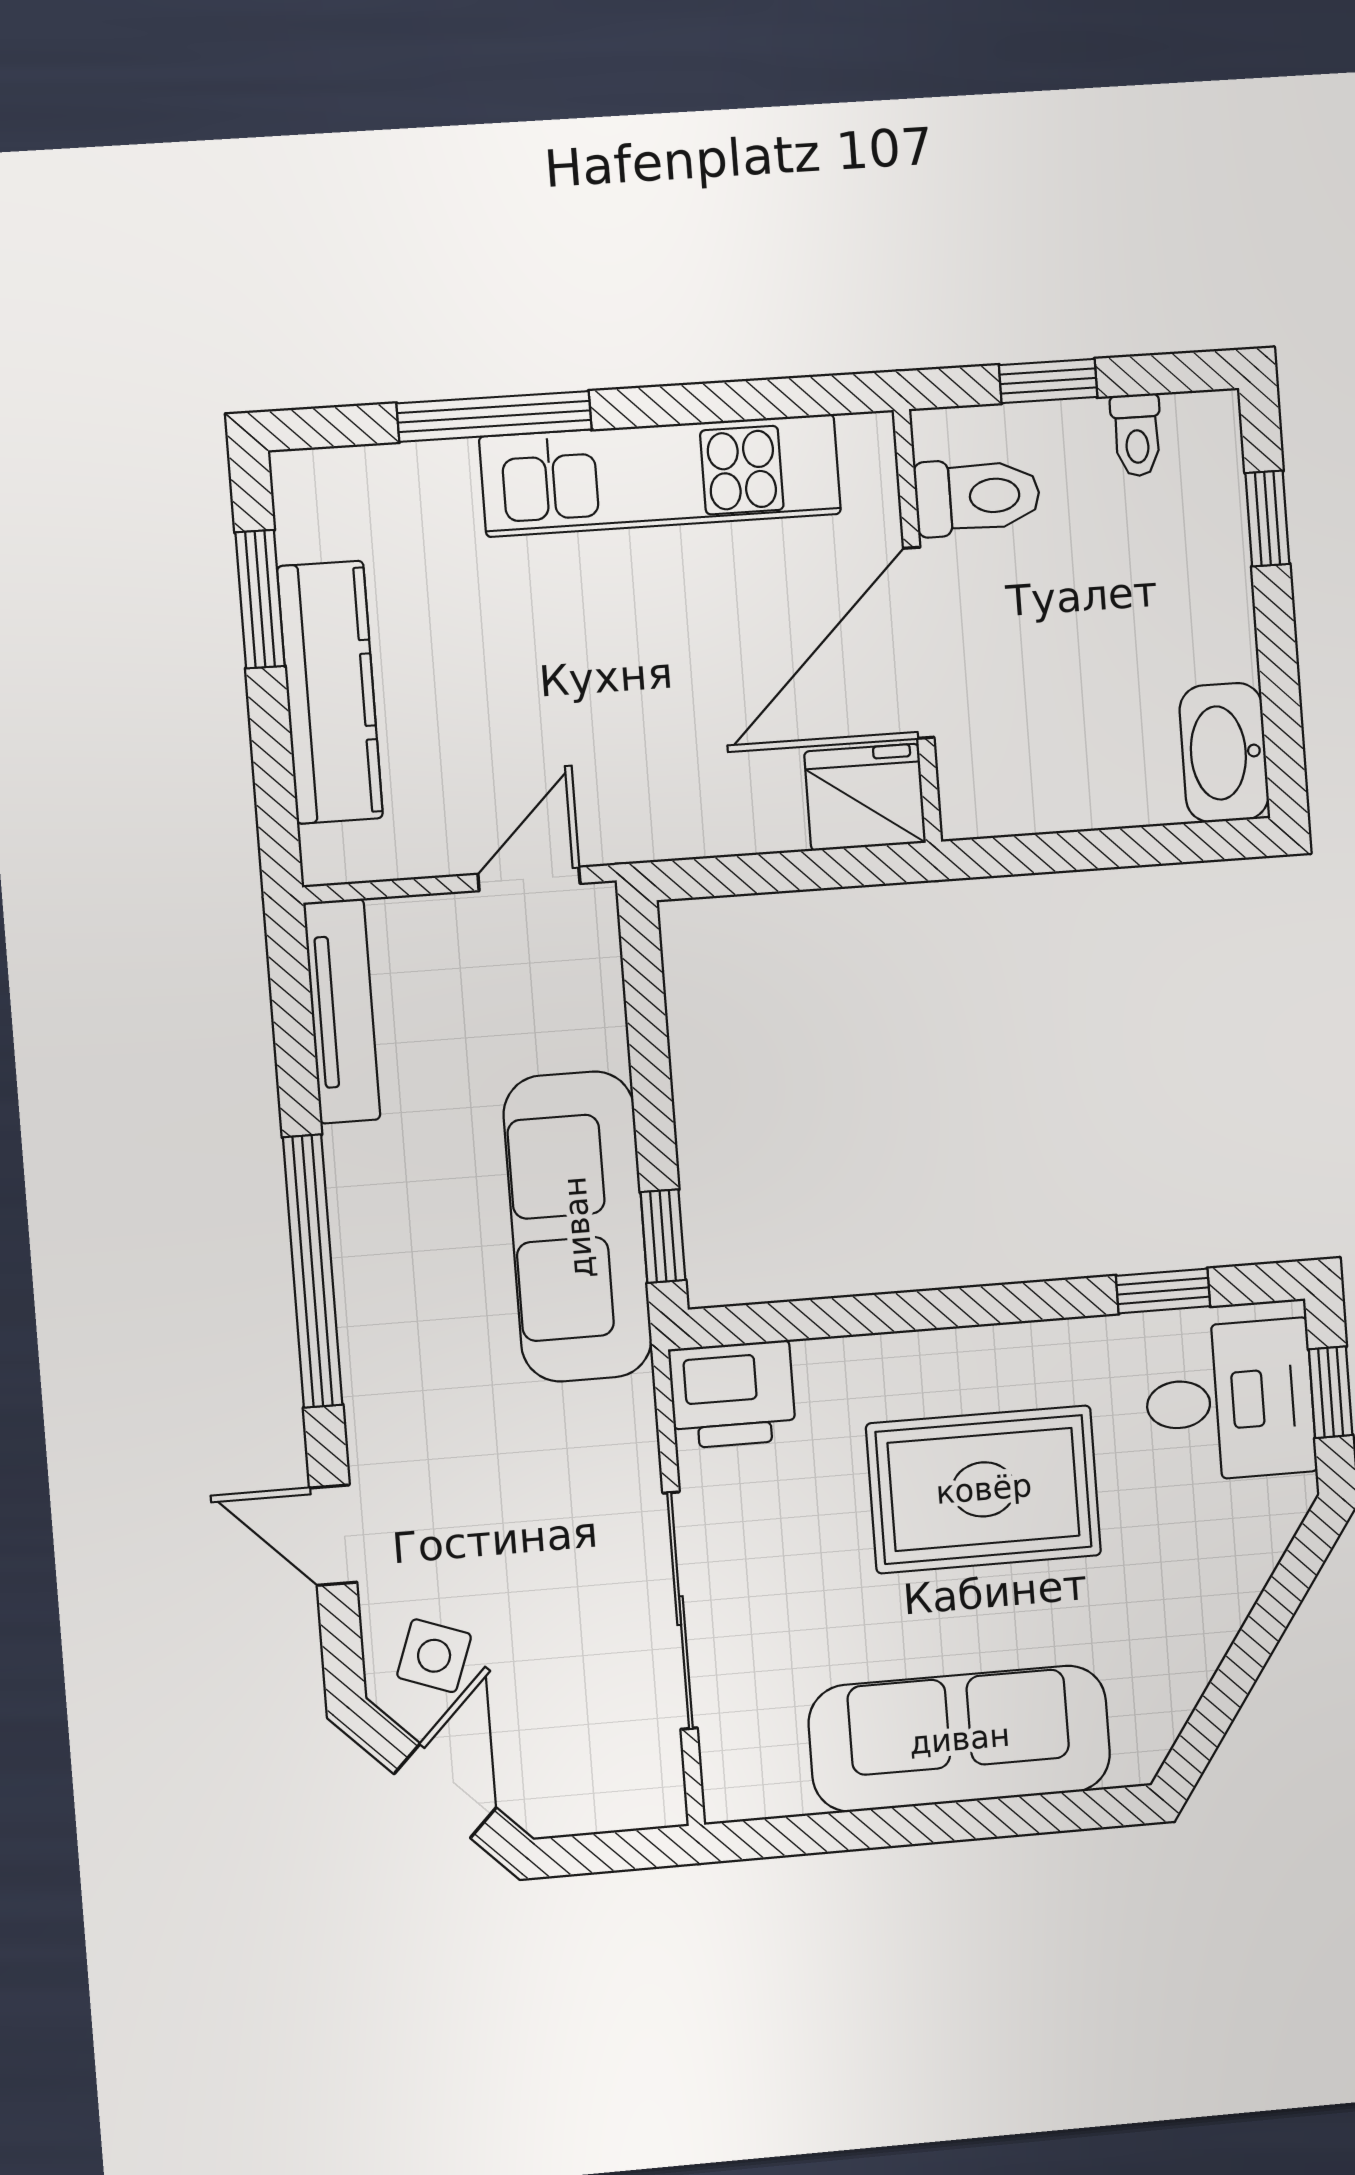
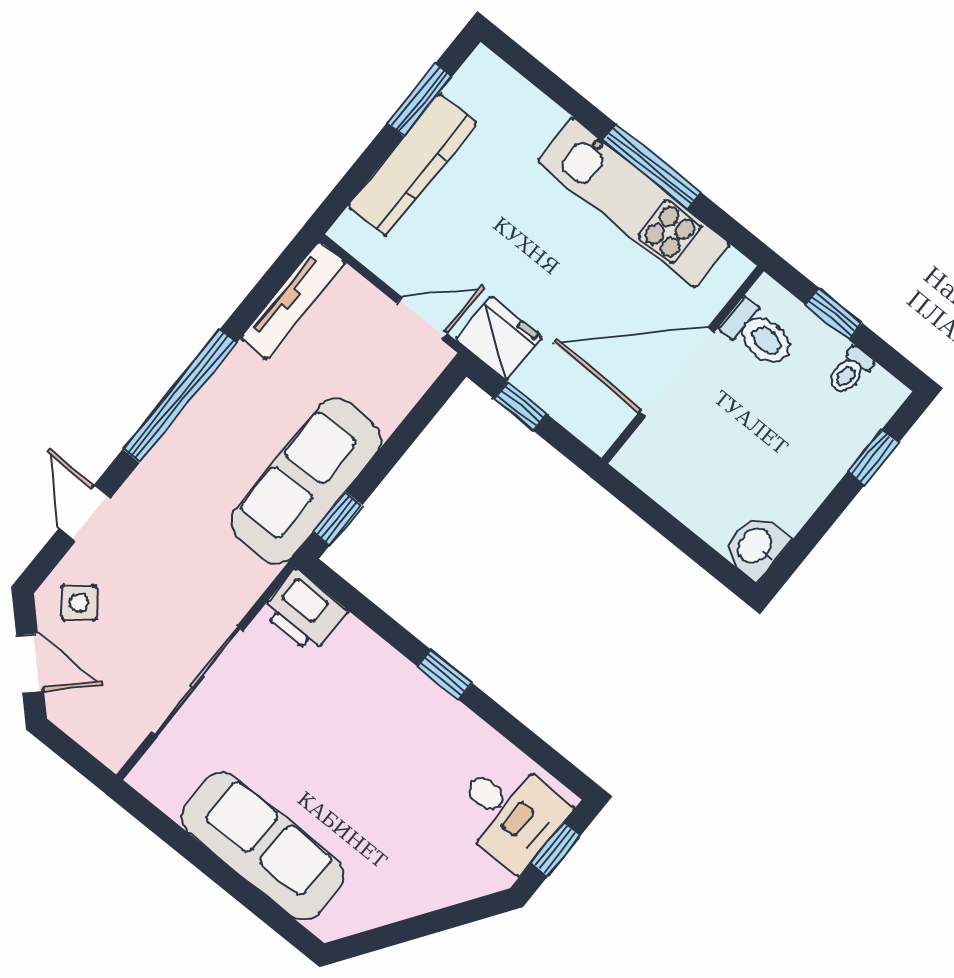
window: (494, 416) -> (652, 166), moved
washbasin: (1224, 753) -> (756, 546), width x0.72
fridge: (865, 797) -> (499, 338), moved
window: (761, 874) -> (520, 406), added
window: (1163, 1291) -> (444, 674), moved
rug: (984, 1489) -> (371, 751), removed
side table: (434, 1656) -> (79, 603), turned 30
door: (445, 1791) -> (30, 663), hinge flipped

